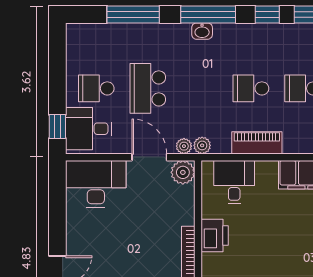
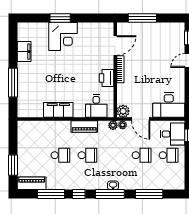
school desk: (148, 88) -> (141, 155), width x0.54

